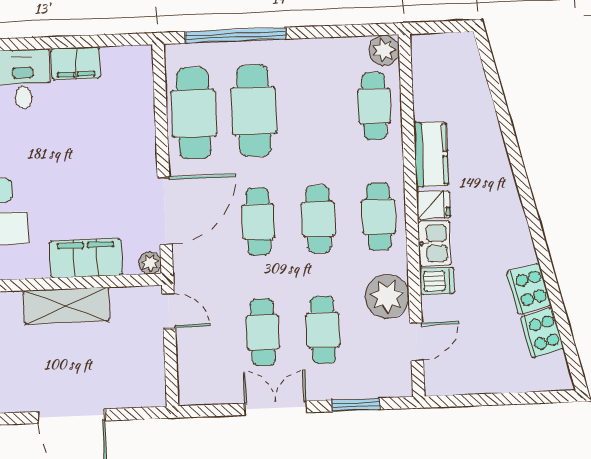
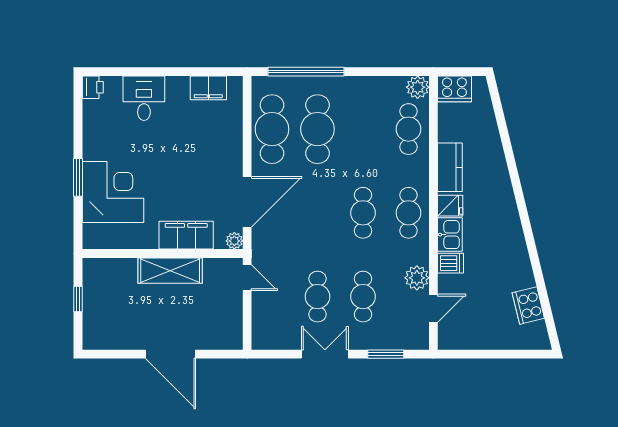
filing cabinet: (76, 63) -> (208, 88), moved
cafe table: (258, 222) -> (317, 213), removed
cooker: (529, 289) -> (454, 89), moved, turned -76
plant: (387, 297) -> (417, 278), width x0.73, depth x0.73

